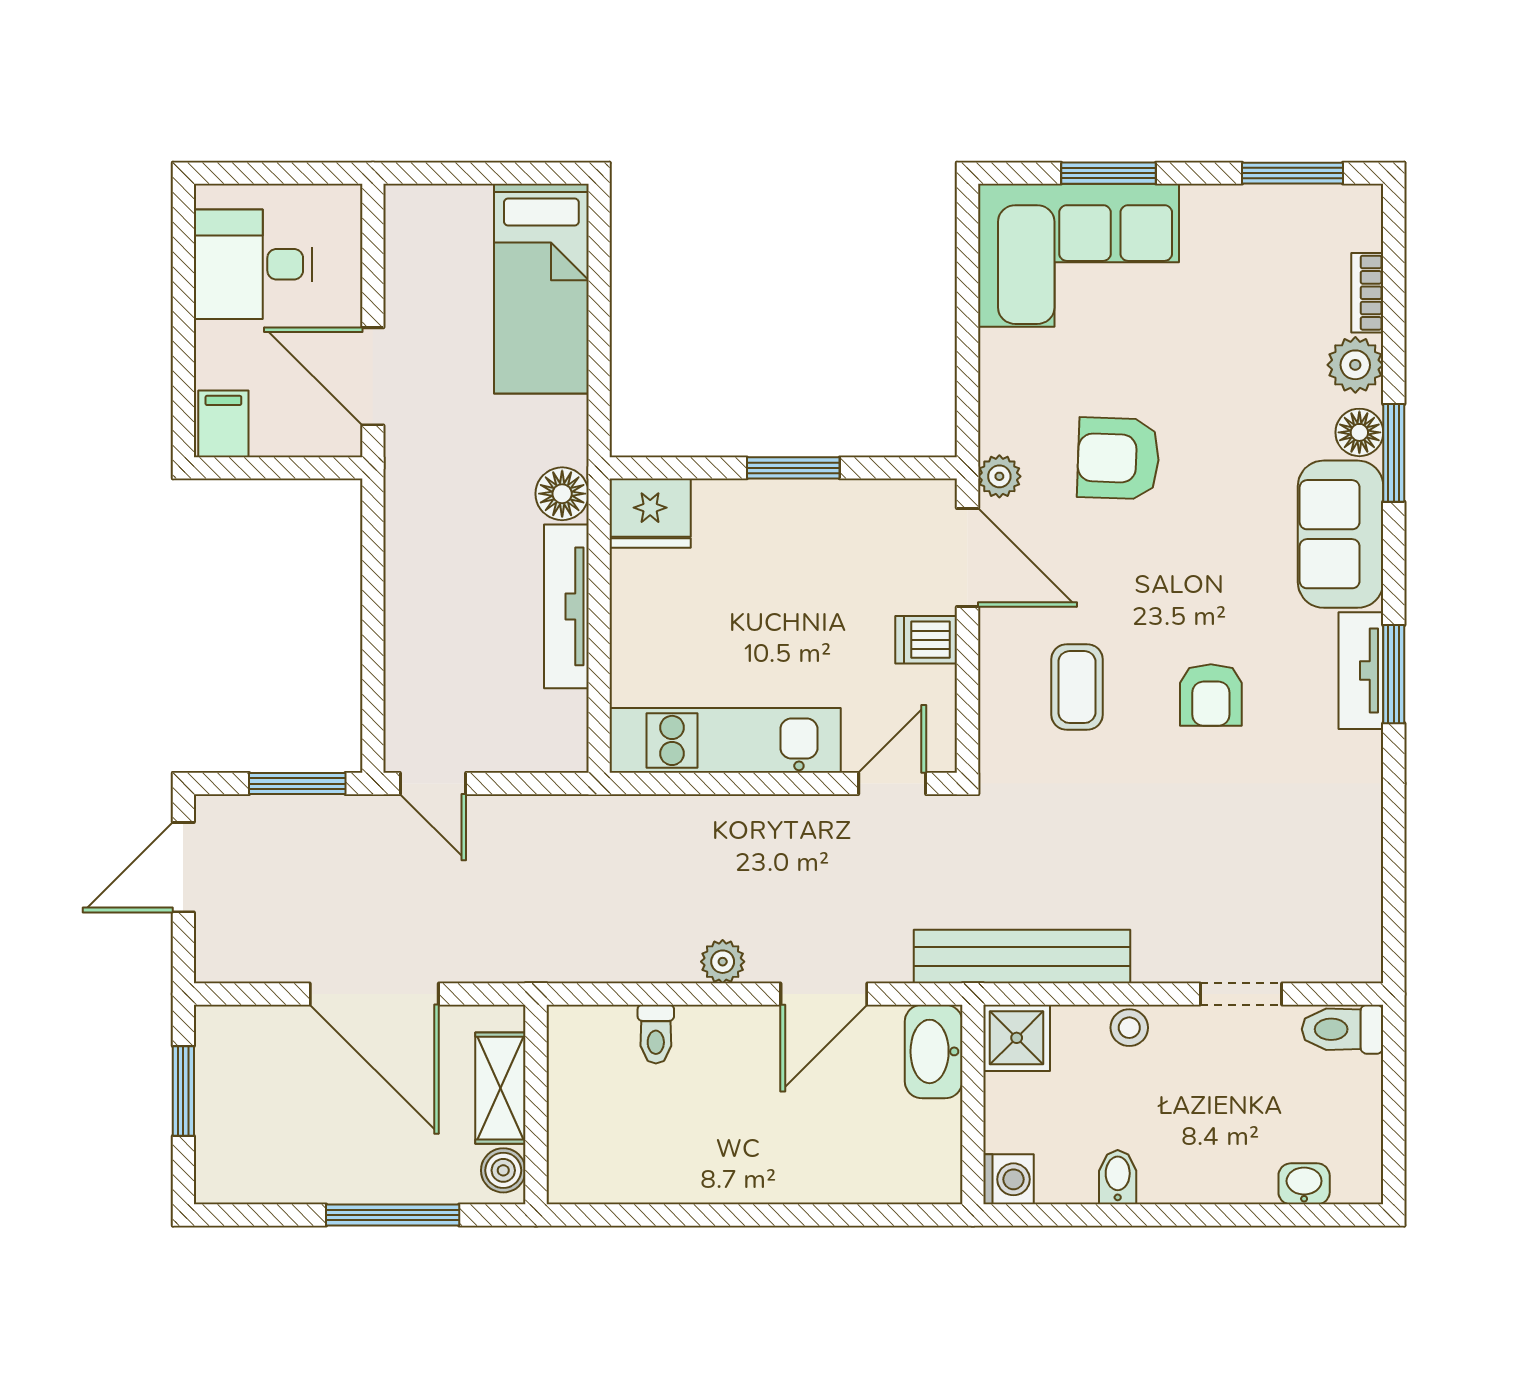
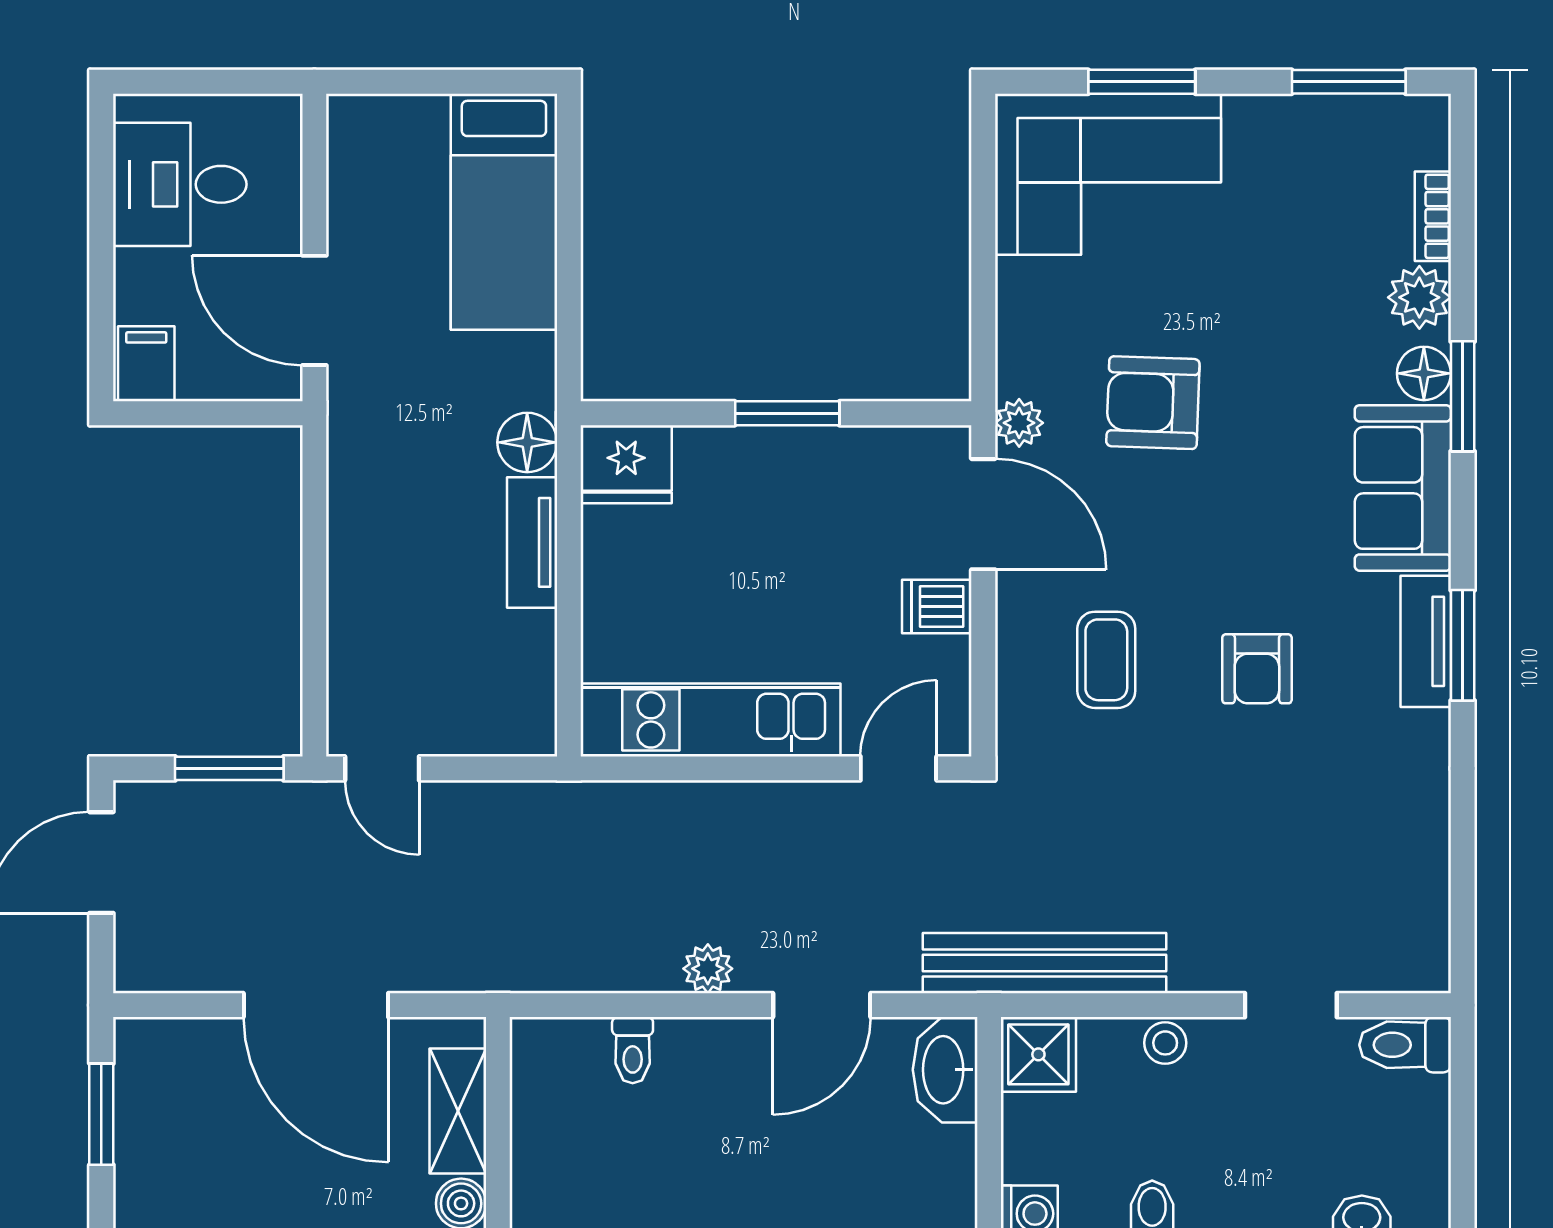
tv unit: (566, 606) -> (532, 542), width x0.71

